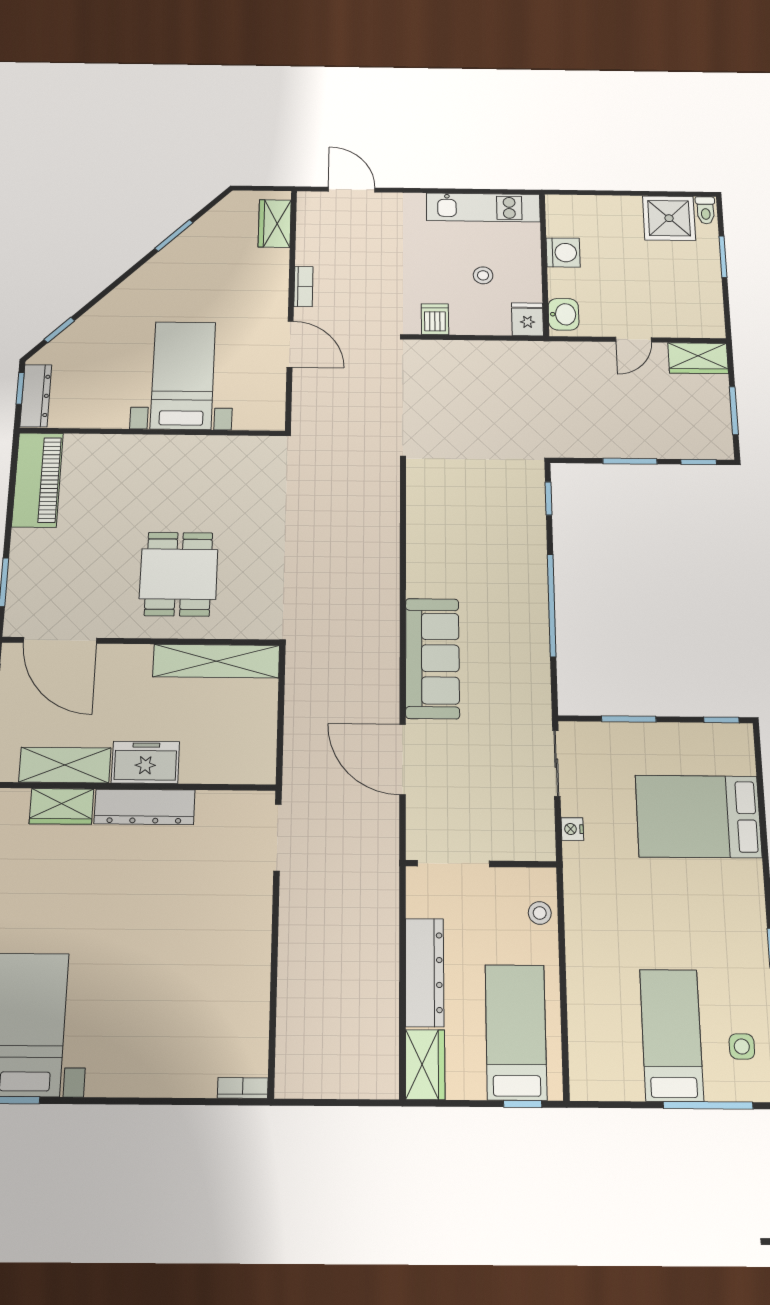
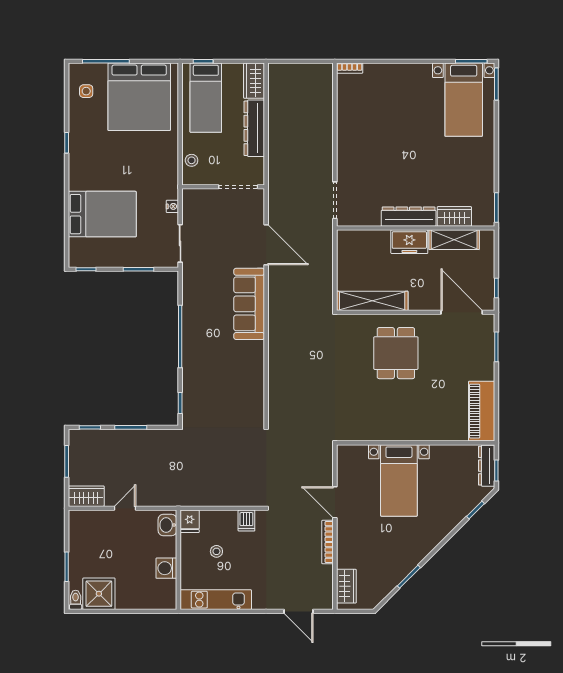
bookcase: (303, 286) -> (327, 542), width x1.56
bed: (671, 1035) -> (139, 97), width x2.04

